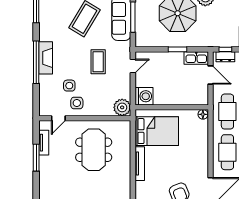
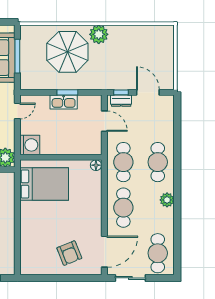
kitchen sink: (196, 58) -> (64, 102), moved
tv unit: (140, 164) -> (25, 220), removed

